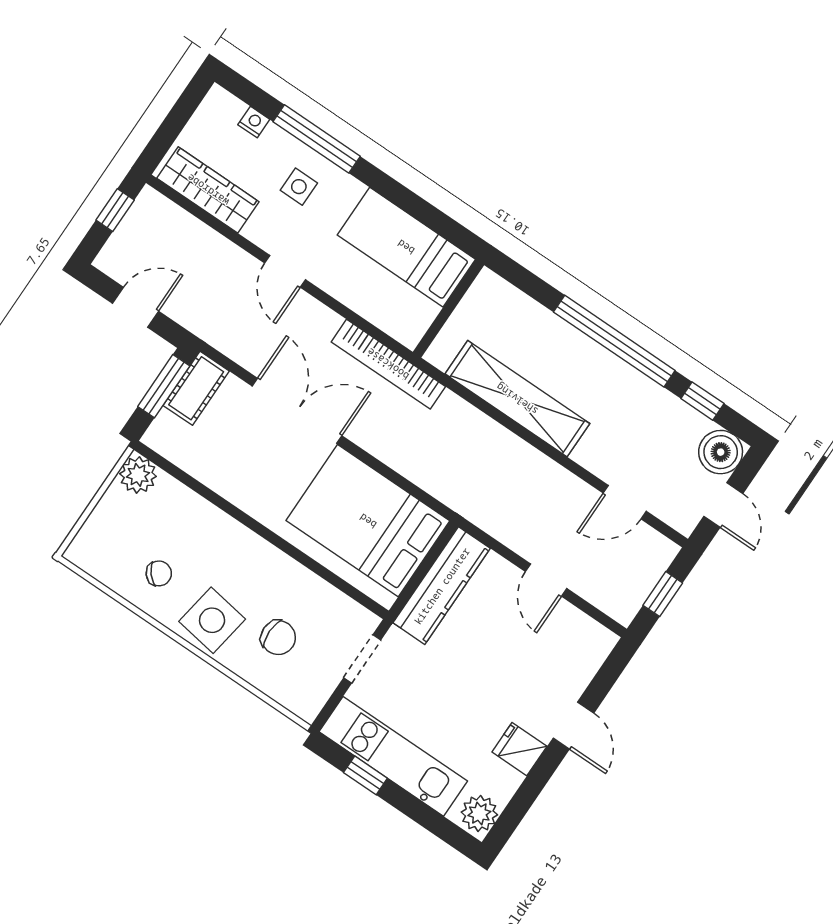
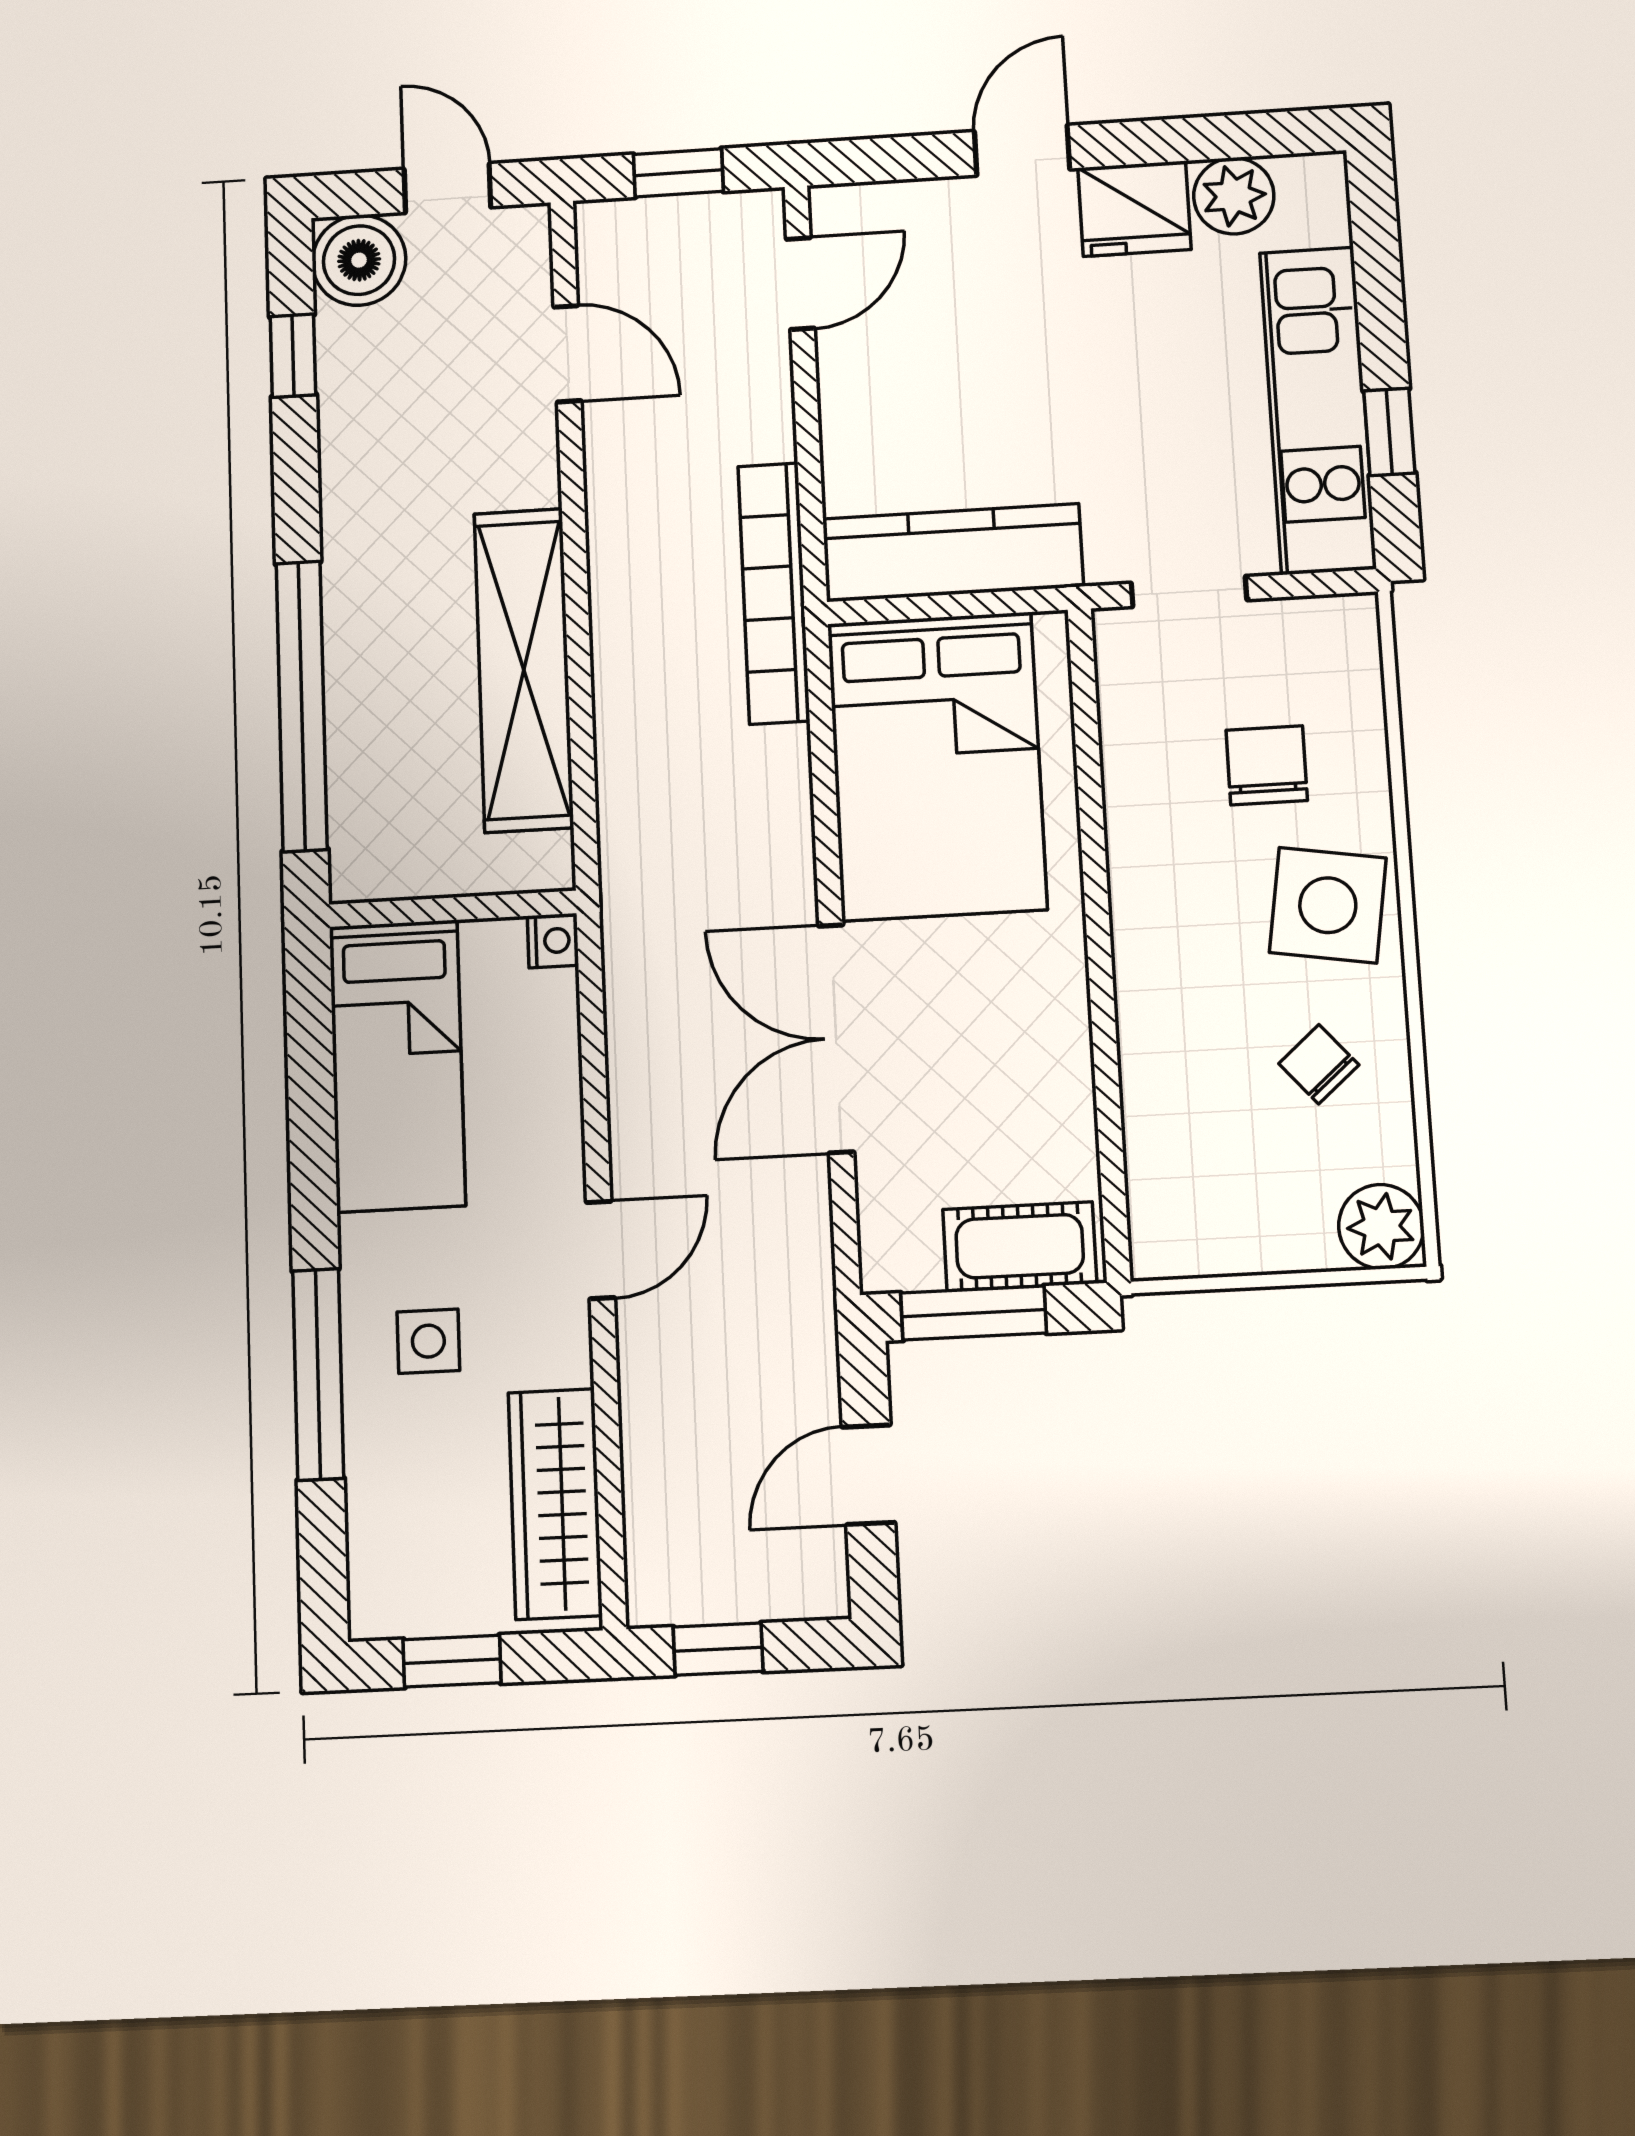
window: (181, 114) -> (452, 1661), added
nightstand: (254, 122) -> (553, 941), moved, turned 180
door: (136, 307) -> (868, 1475), hinge flipped
window: (614, 341) -> (302, 706), moved
bookcase: (388, 364) -> (774, 593), moved, turned 180
cot: (196, 388) -> (1020, 1246), moved
plant: (138, 475) -> (1381, 1227), moved
door: (723, 505) -> (447, 188), hinge flipped
door: (546, 580) -> (800, 284), moved
fridge: (519, 749) -> (1134, 209), width x1.38
plant: (479, 813) -> (1234, 196), moved

